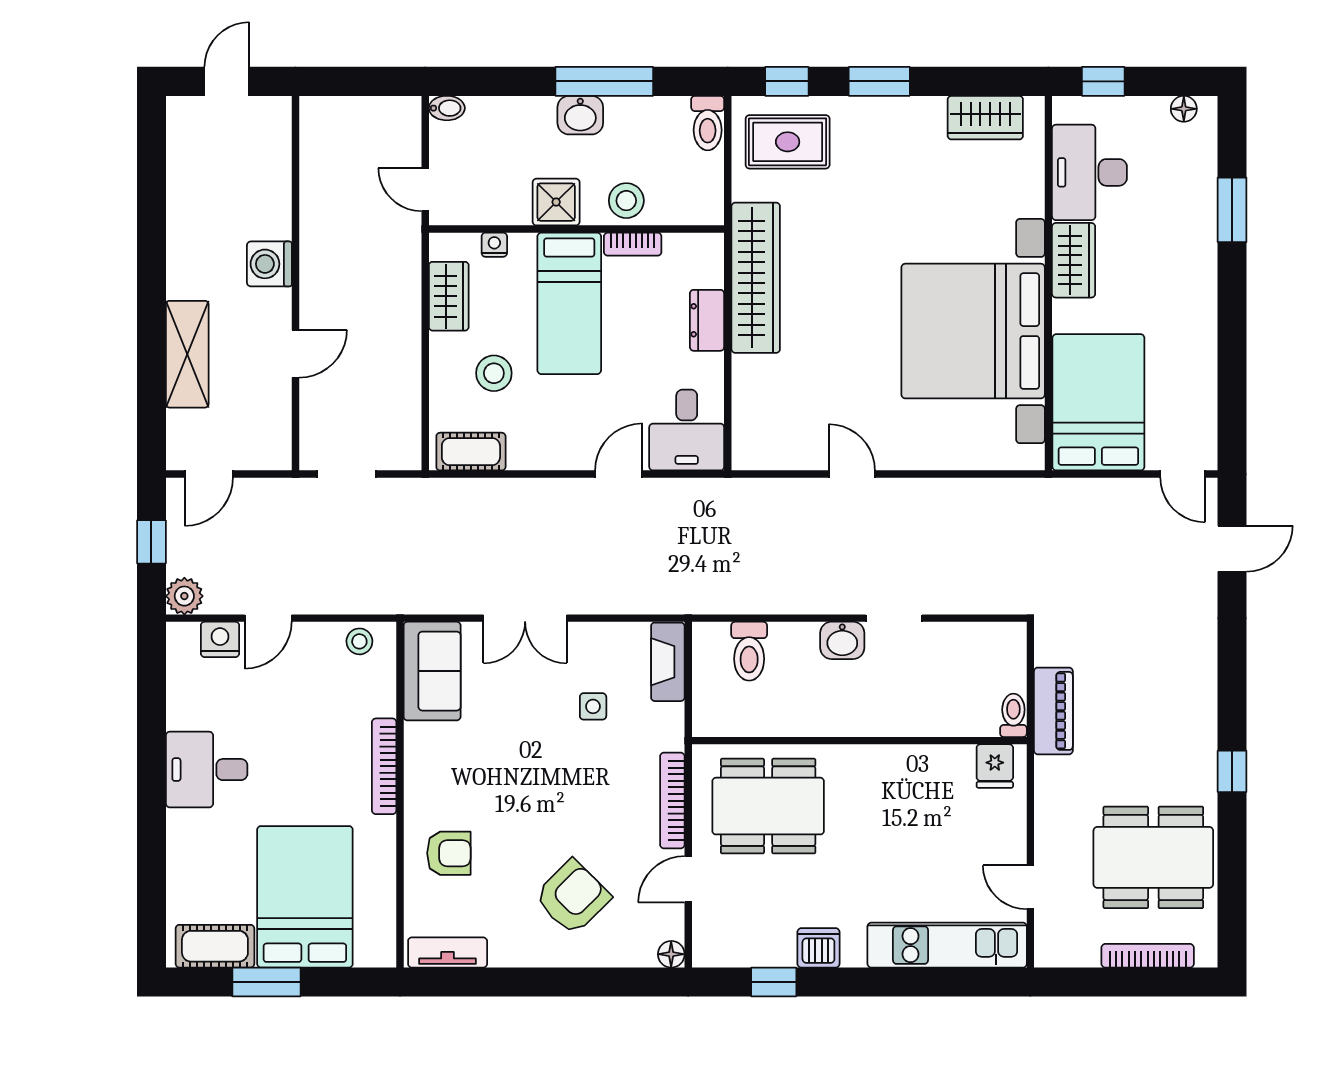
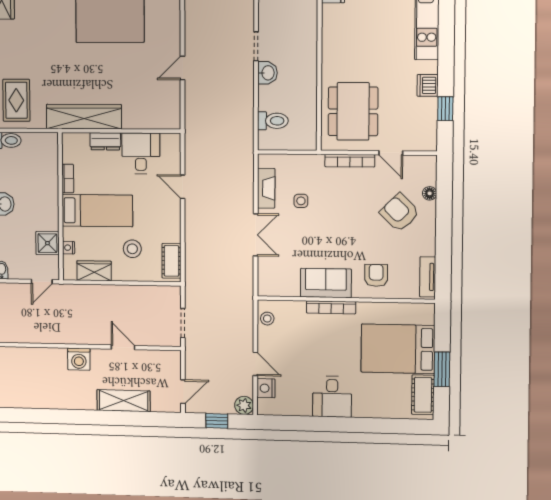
stool: (626, 201) -> (46, 181), removed
shower: (556, 202) -> (47, 243), moved
desk: (687, 430) -> (141, 153), moved, turned -90
door: (209, 474) -> (183, 392), hinge flipped
fireplace: (668, 662) -> (266, 188), moved, turned -90
sofa: (432, 671) -> (326, 283), moved
floor lamp: (671, 954) -> (430, 193), moved

